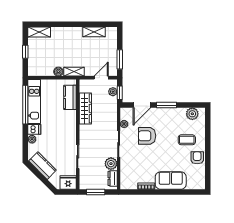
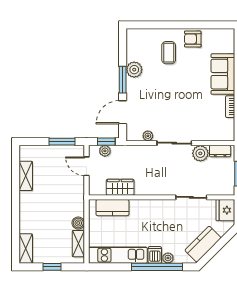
shelving: (74, 72) -> (78, 244), moved
window: (25, 105) -> (157, 267), moved
door: (142, 105) -> (123, 112), swing flipped
wardrobe: (85, 108) -> (120, 187), width x0.67
plant: (192, 114) -> (134, 70), moved
armchair: (147, 136) -> (163, 105), removed

